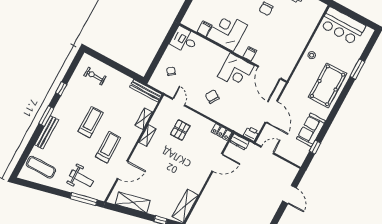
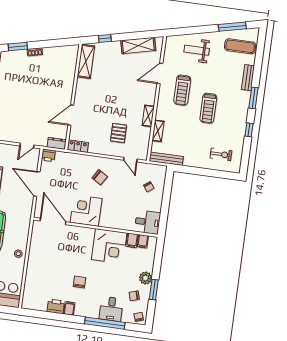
filing cabinet: (250, 54) -> (143, 241), moved
bench: (47, 132) -> (248, 78), width x0.73
window: (84, 199) -> (232, 27), moved

